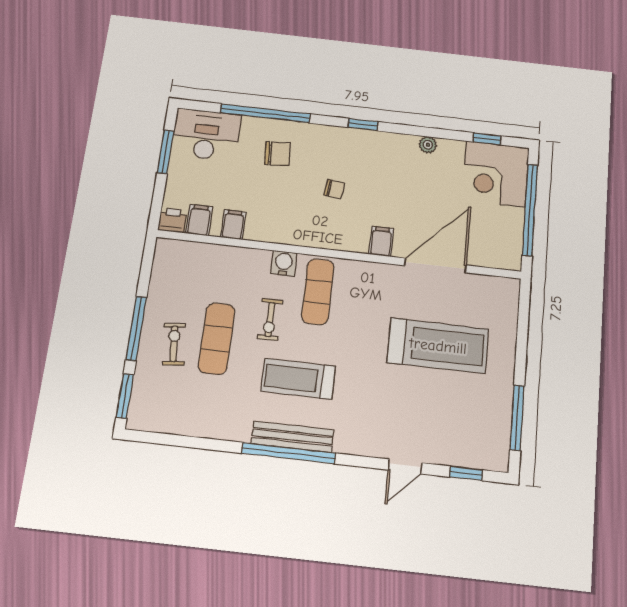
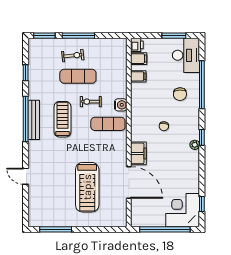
plant: (428, 145) -> (195, 145), moved
filing cabinet: (381, 241) -> (138, 153), width x2.00
window: (466, 473) -> (26, 73), moved

